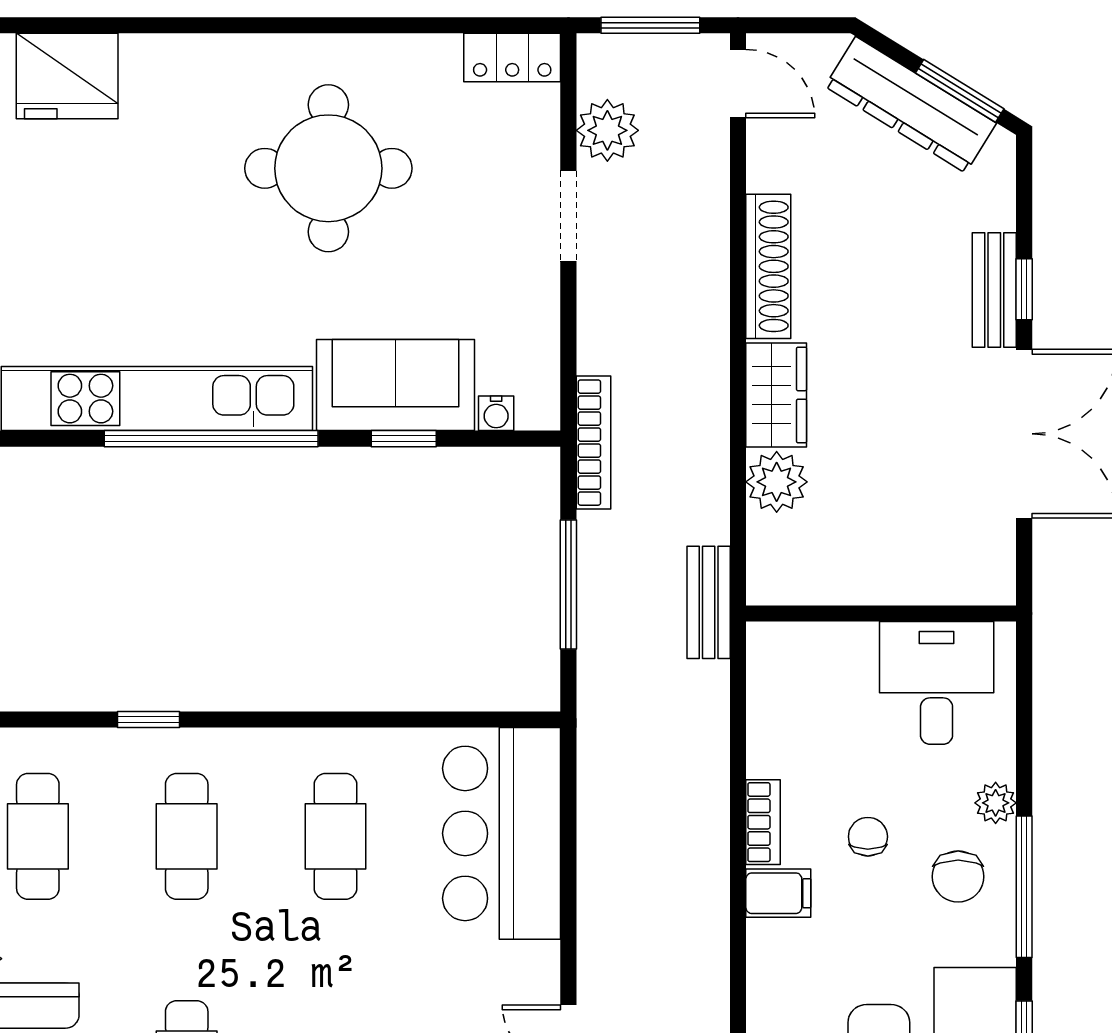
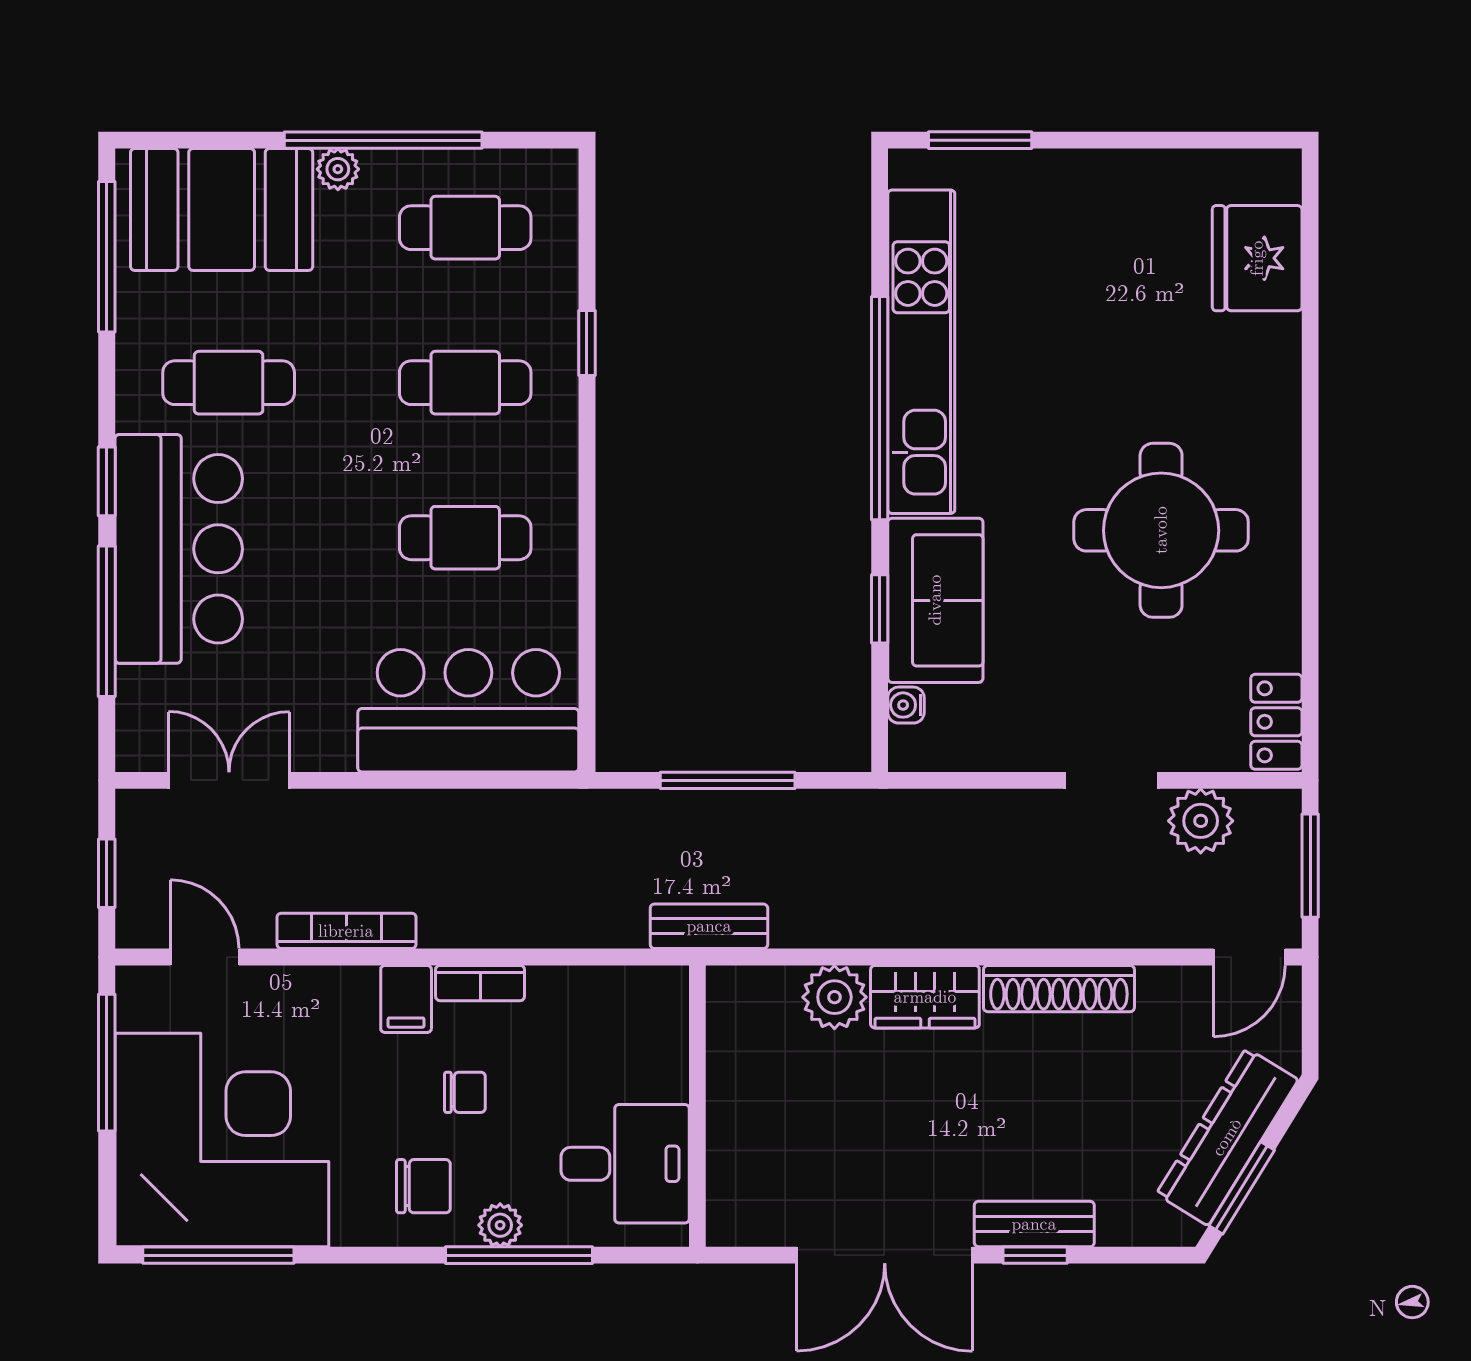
bookcase: (593, 443) -> (346, 931), moved, turned 180
chair: (958, 877) -> (423, 1186), turned 180
window: (1024, 887) -> (519, 1255), moved

